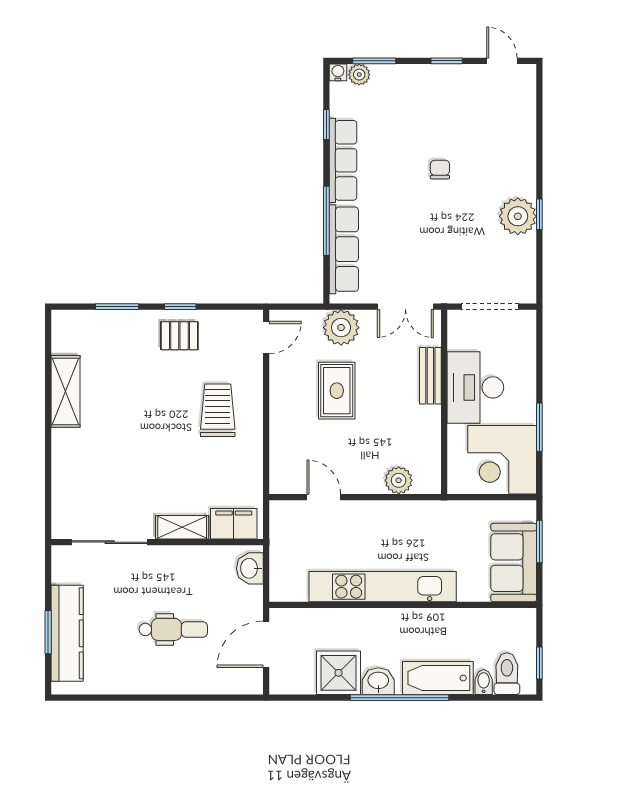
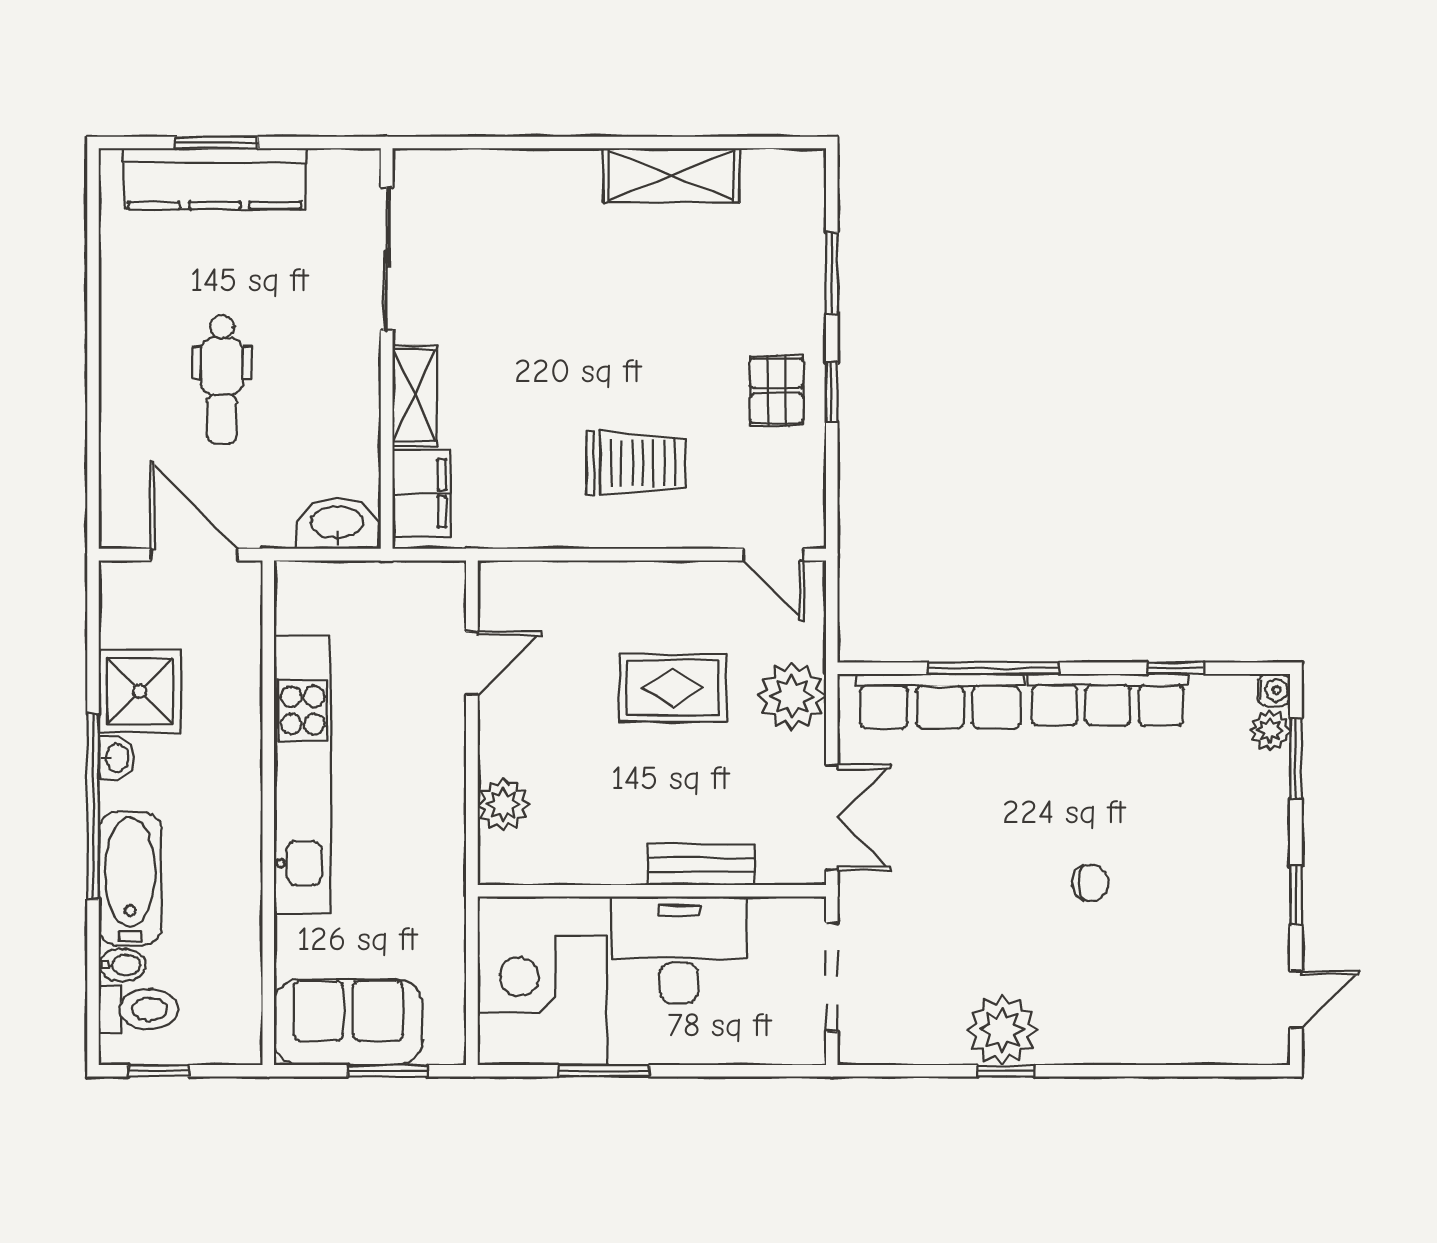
double door: (405, 307) -> (832, 818), swing flipped
washbasin: (250, 568) -> (337, 524), width x1.38
washbasin: (378, 681) -> (116, 758), width x0.72, depth x0.69

